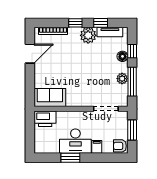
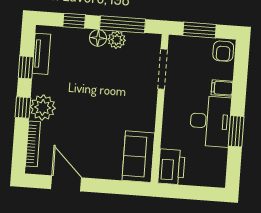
plant: (88, 35) -> (43, 107), moved
floor lamp: (122, 56) -> (98, 38), moved

